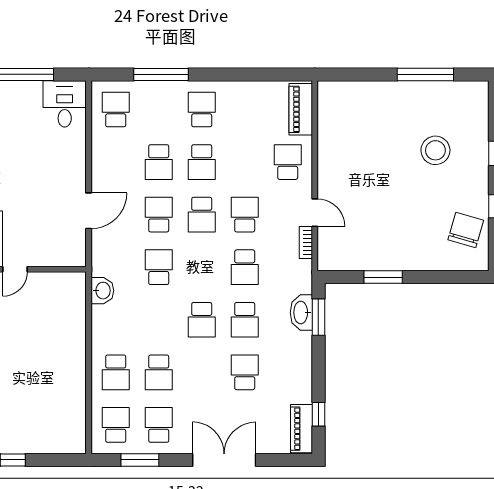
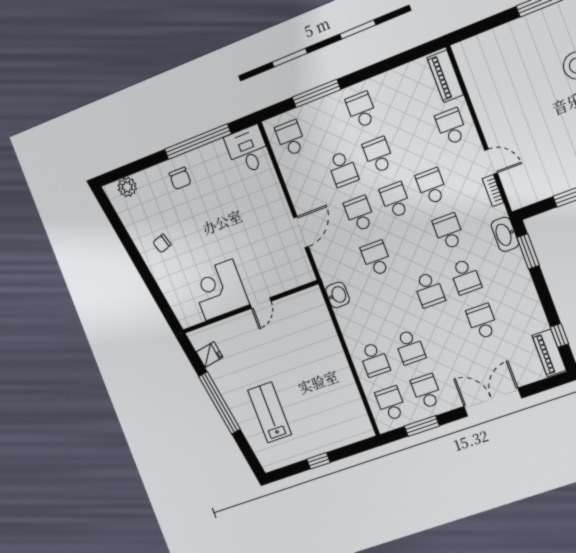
school desk: (202, 162) -> (378, 155), turned 180
school desk: (202, 215) -> (395, 200), turned 180
school desk: (245, 267) -> (448, 231), turned 180
washbasin: (301, 313) -> (505, 234), moved

